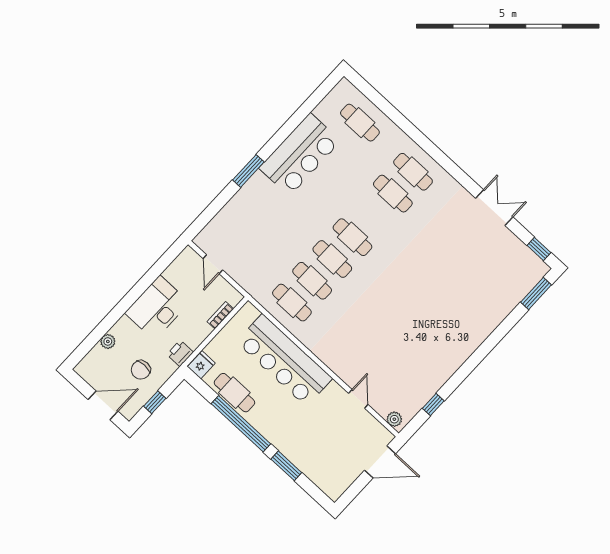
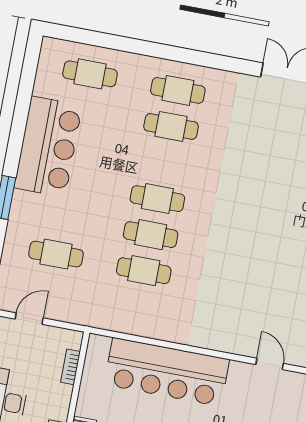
door: (213, 264) -> (29, 319), swing flipped
cafe table: (292, 303) -> (56, 254), moved

